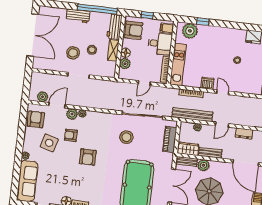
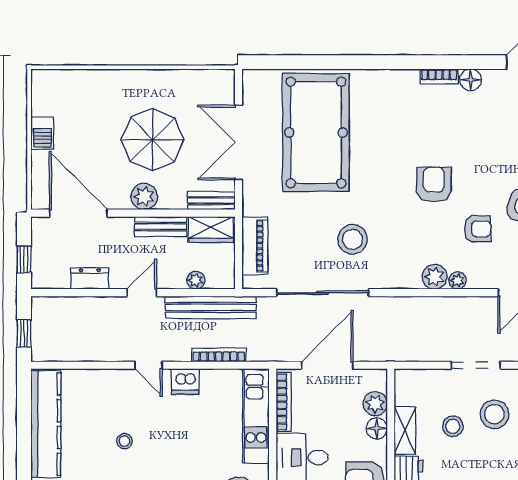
door: (144, 83) -> (327, 365), width x1.88
plant: (72, 114) -> (435, 277), moved
plant: (203, 165) -> (144, 197), moved

